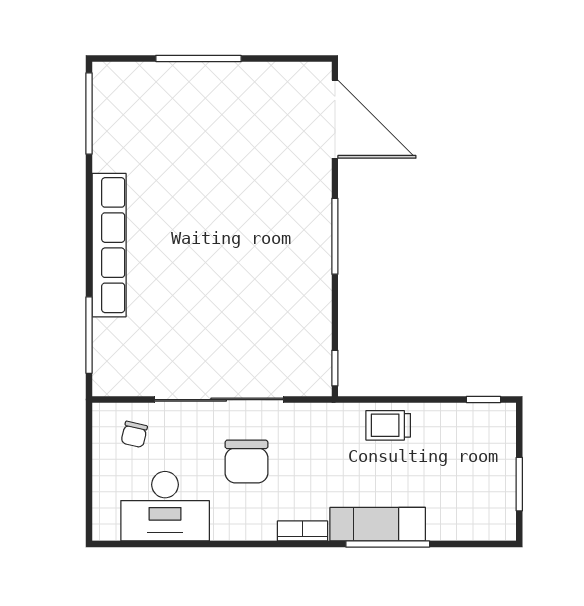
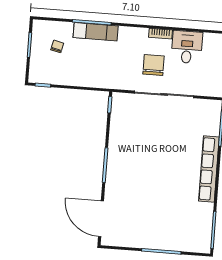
trolley: (388, 425) -> (87, 77), removed
chair: (134, 434) -> (57, 46), moved
desk: (165, 506) -> (187, 47), width x0.73
bookcase: (302, 531) -> (160, 34), moved

